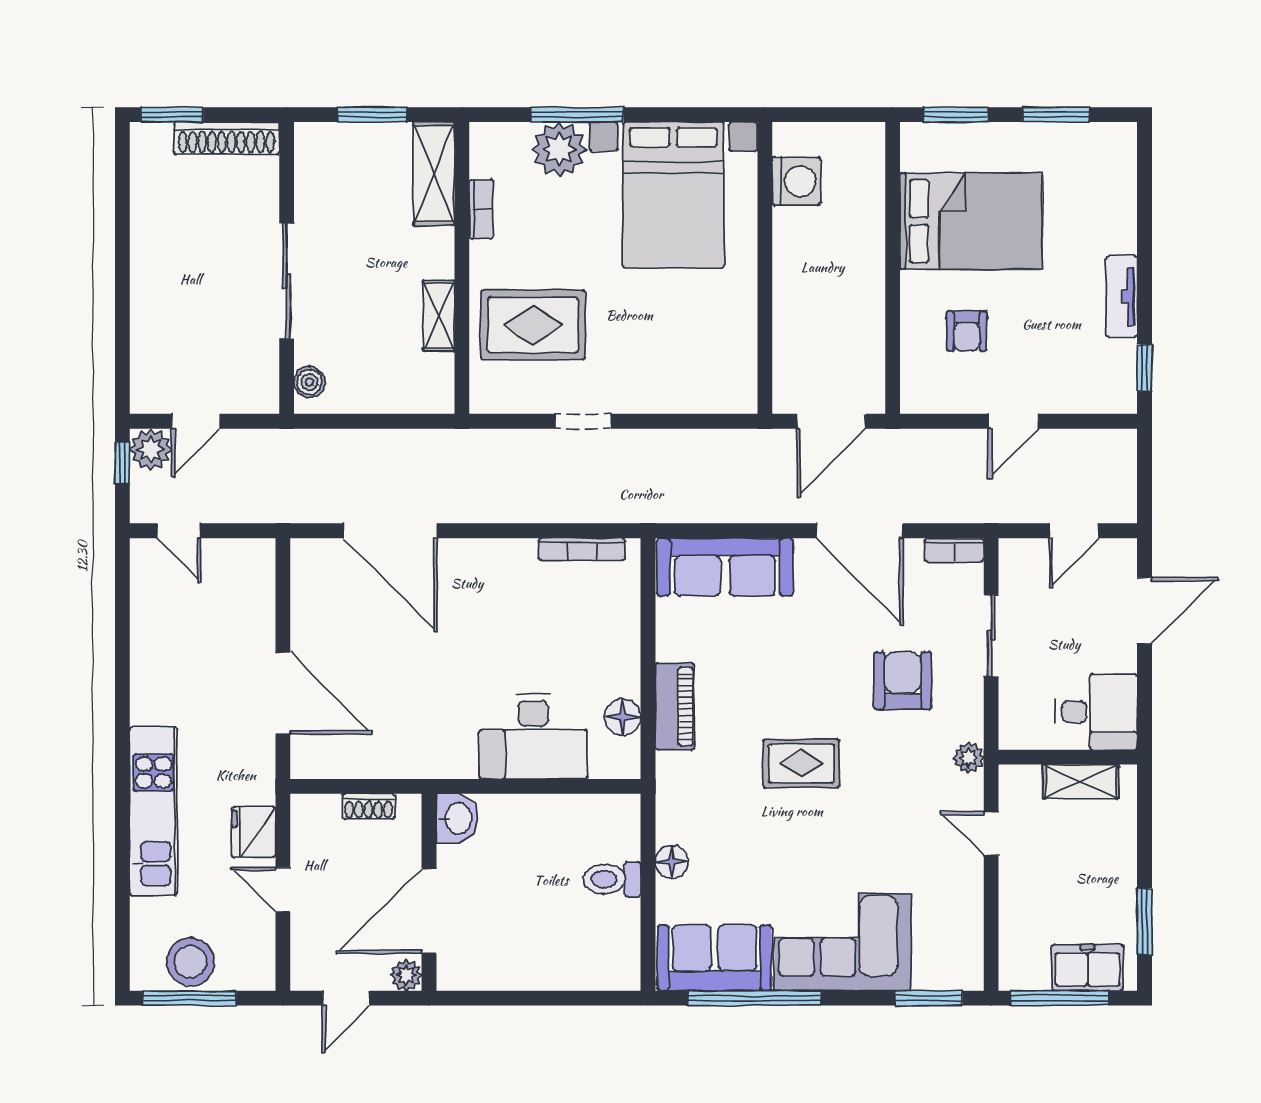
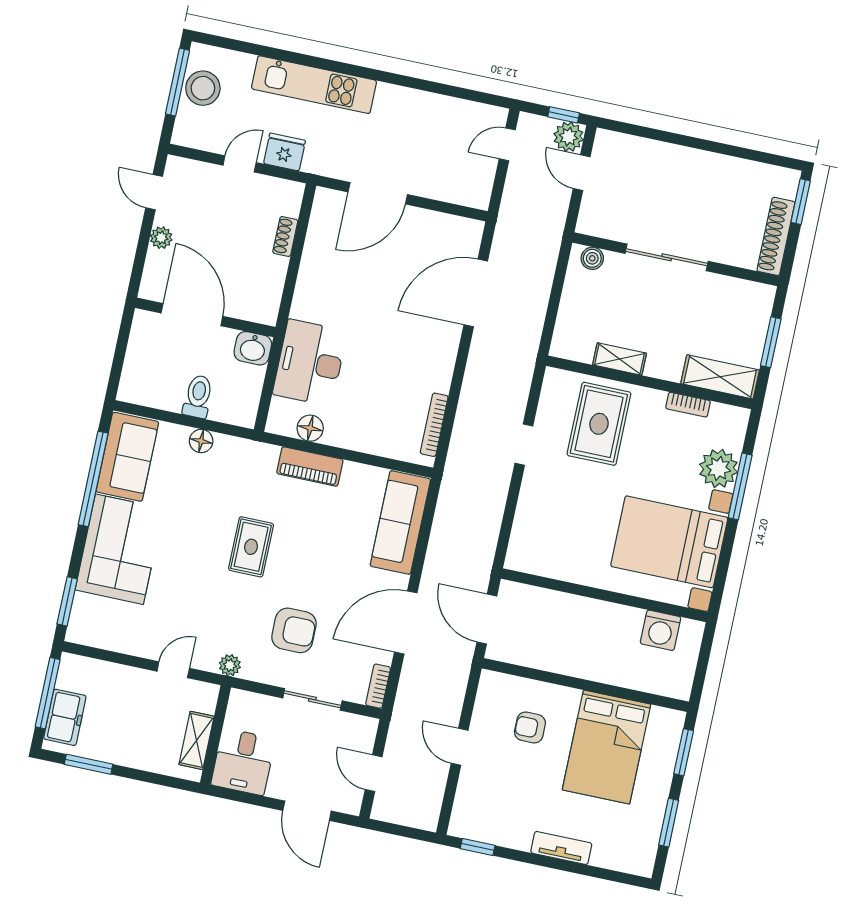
tv unit: (1122, 297) -> (561, 848), moved
washbasin: (457, 818) -> (253, 348), moved
wall: (429, 892) -> (205, 317), moved
door: (429, 911) -> (192, 315), moved

